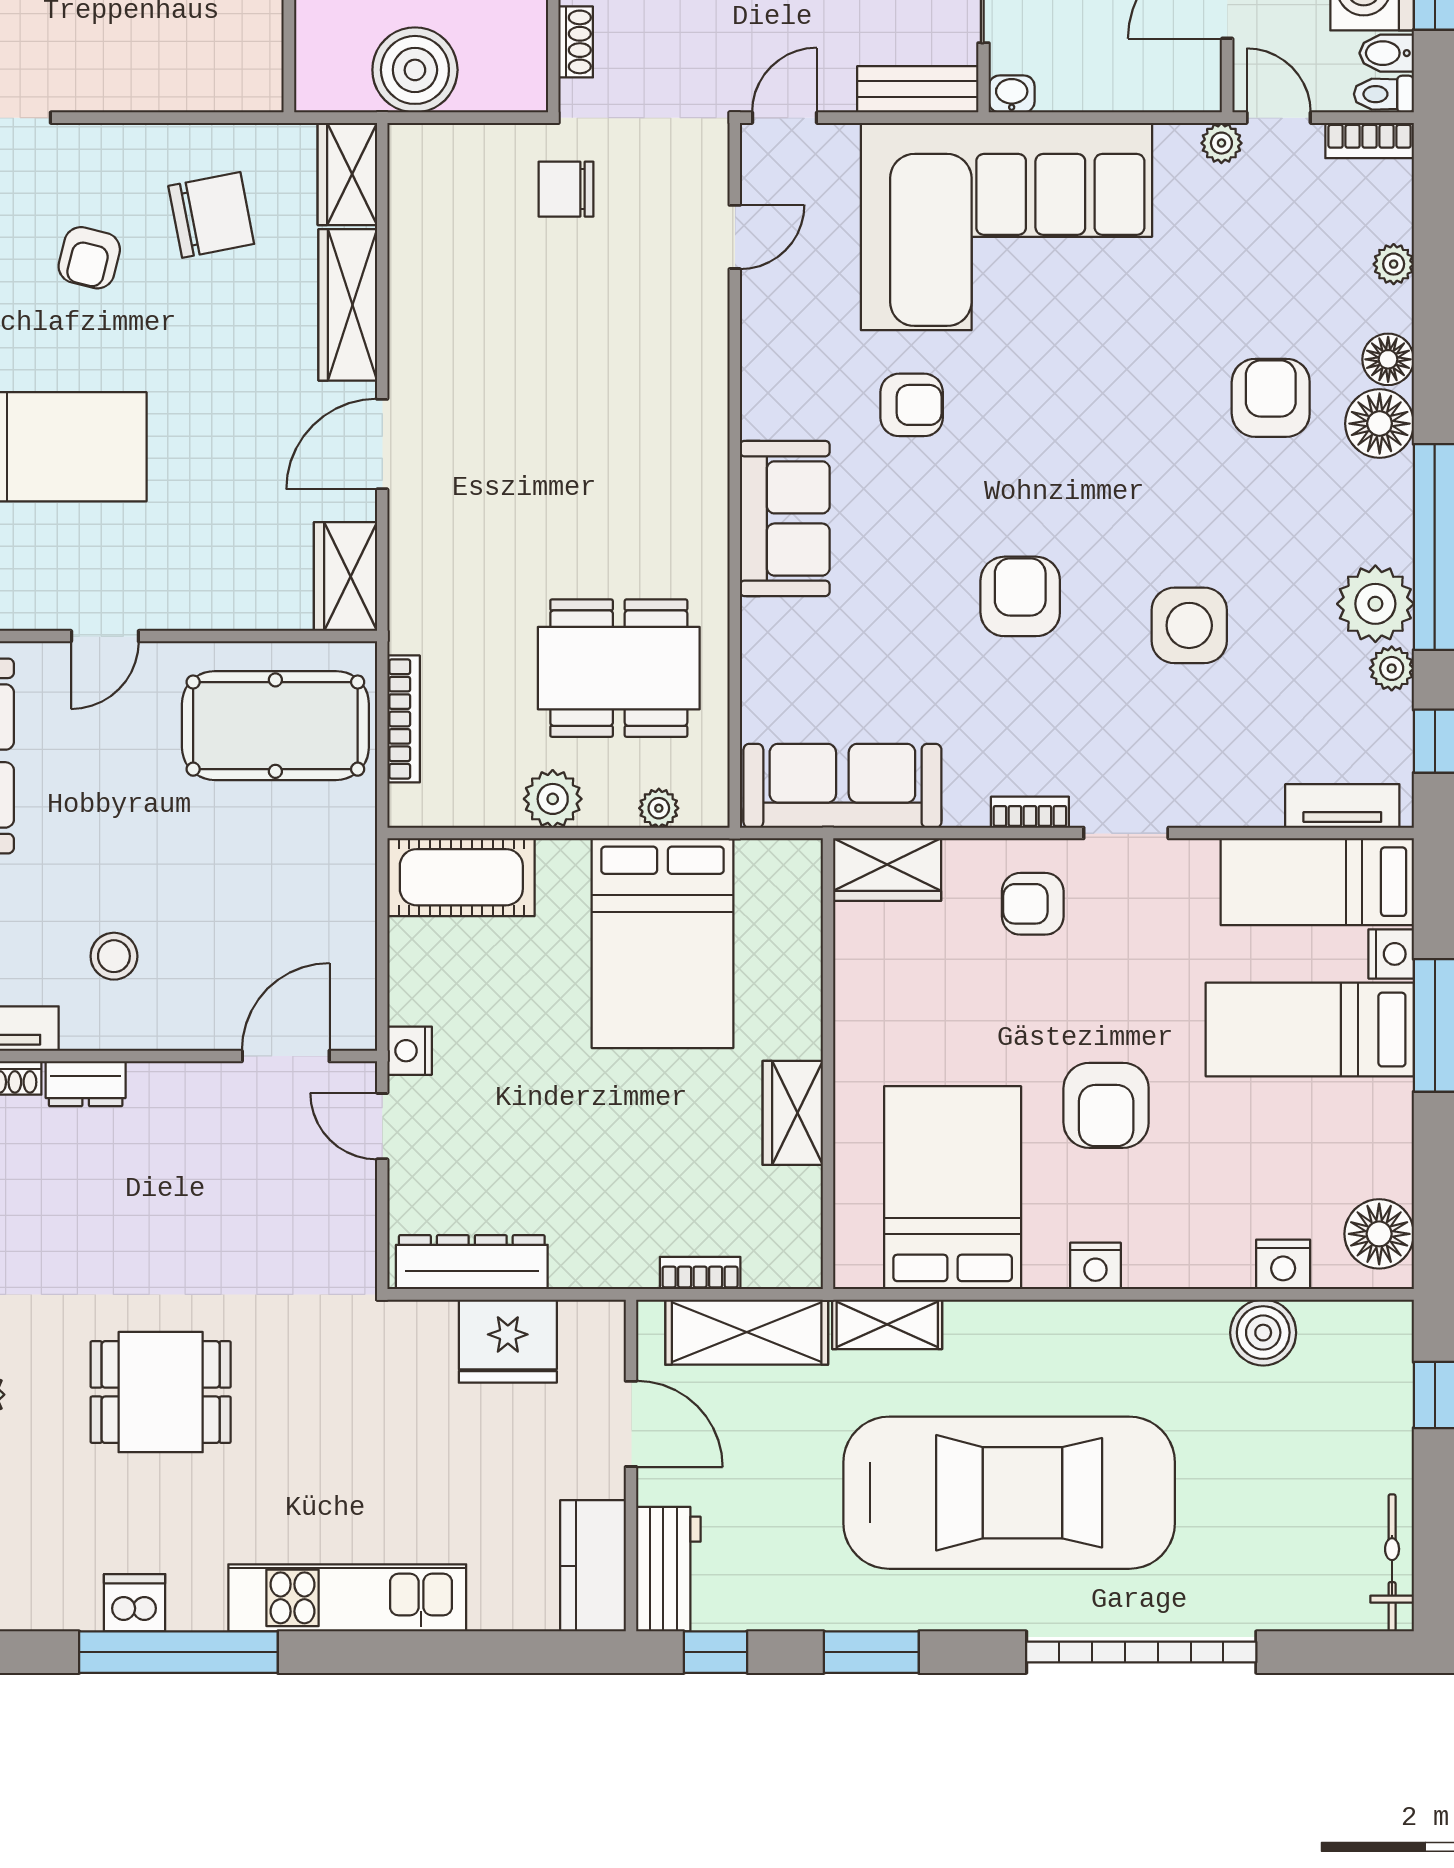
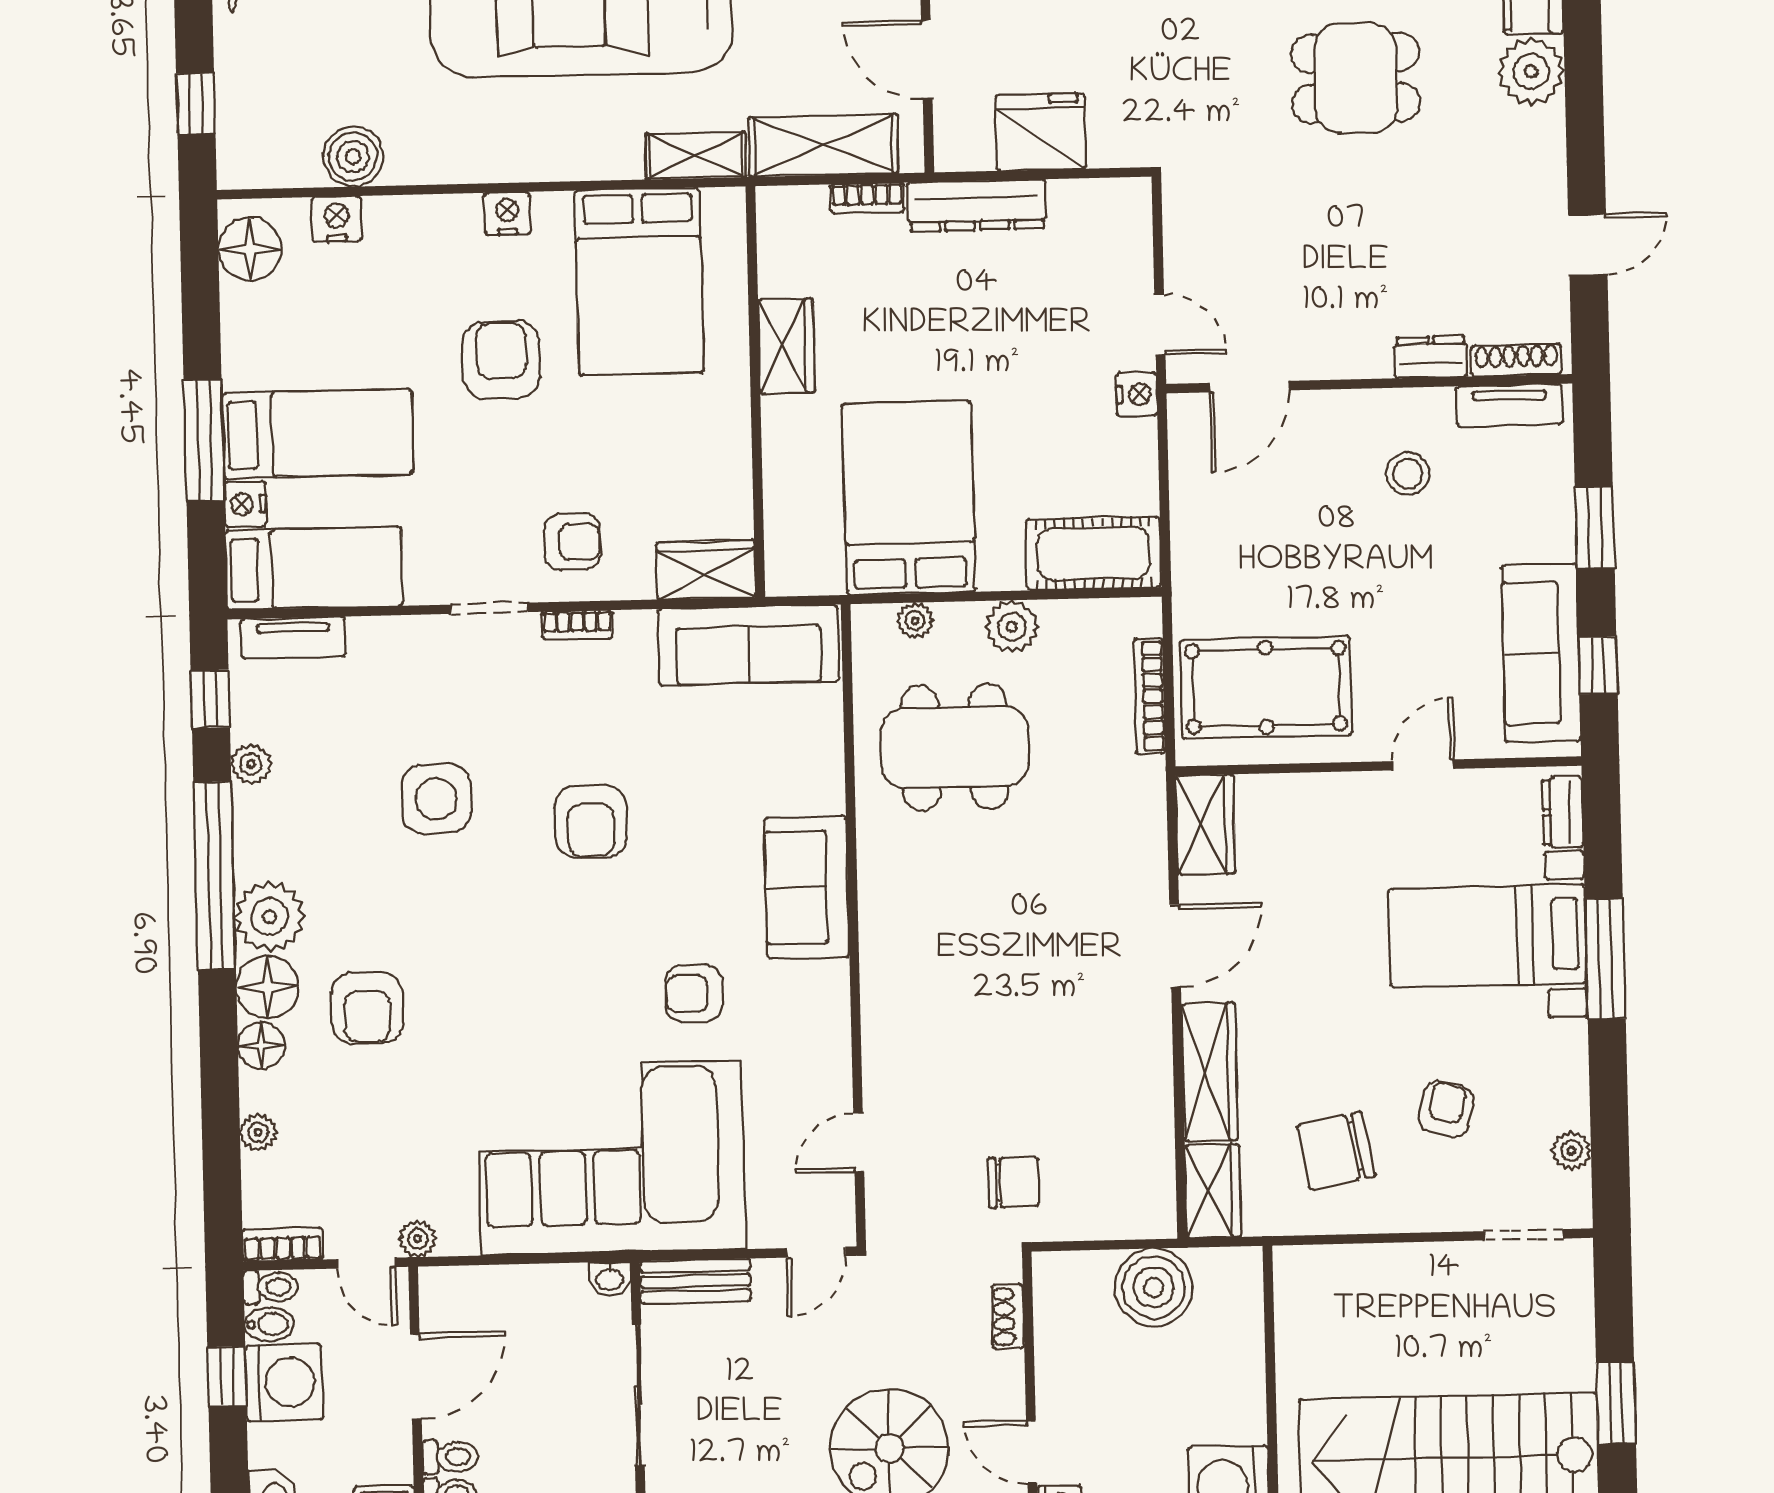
plant: (1375, 604) -> (270, 917), moved
dresser: (472, 1262) -> (977, 205), moved

